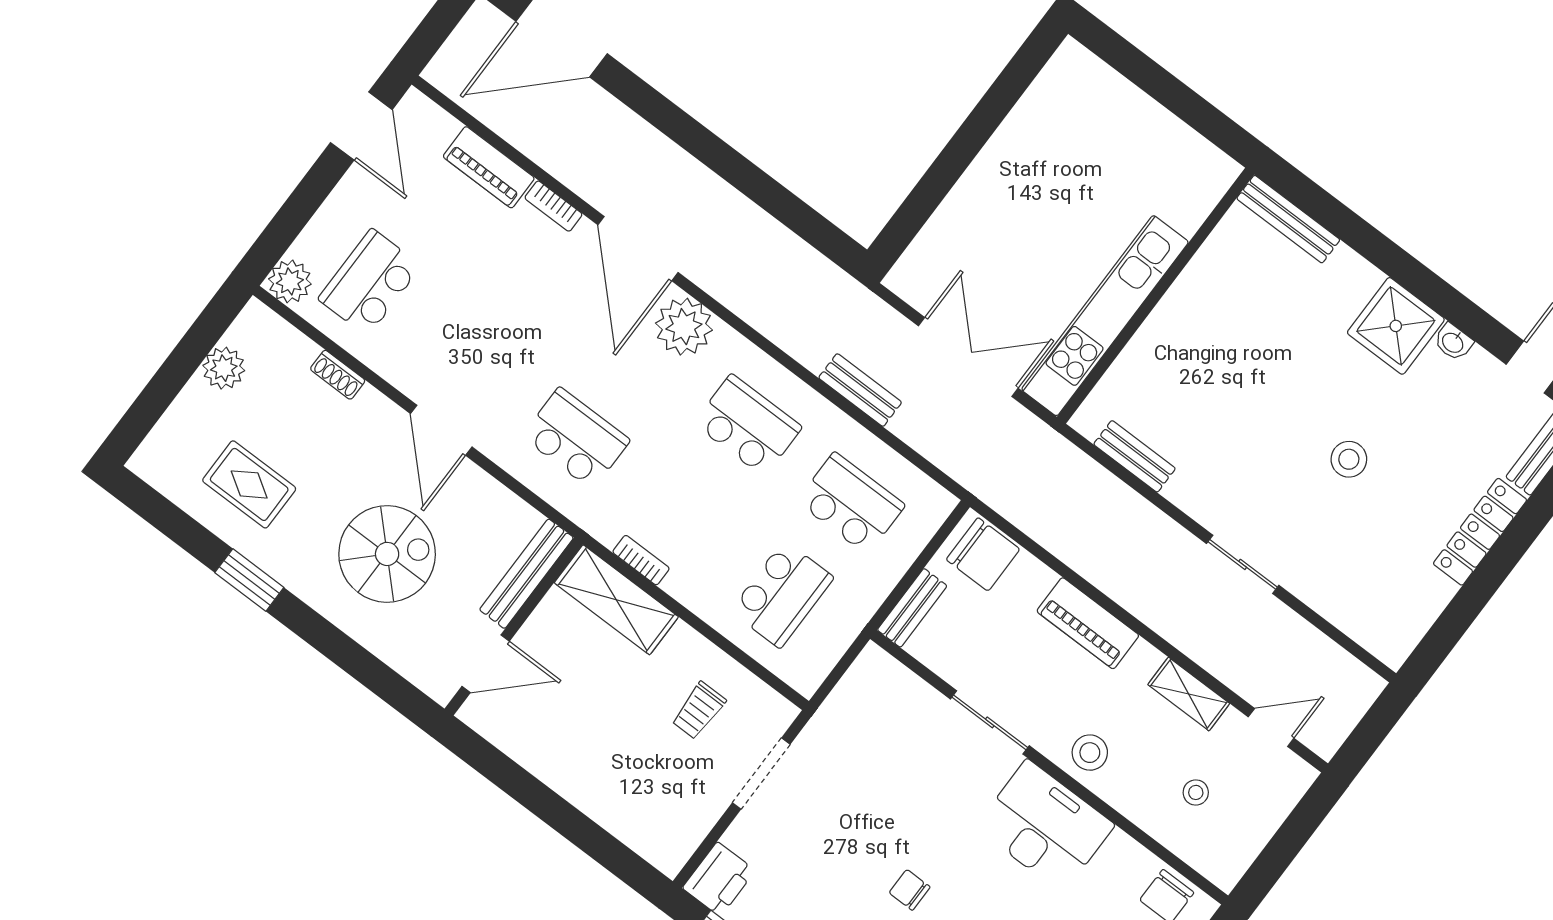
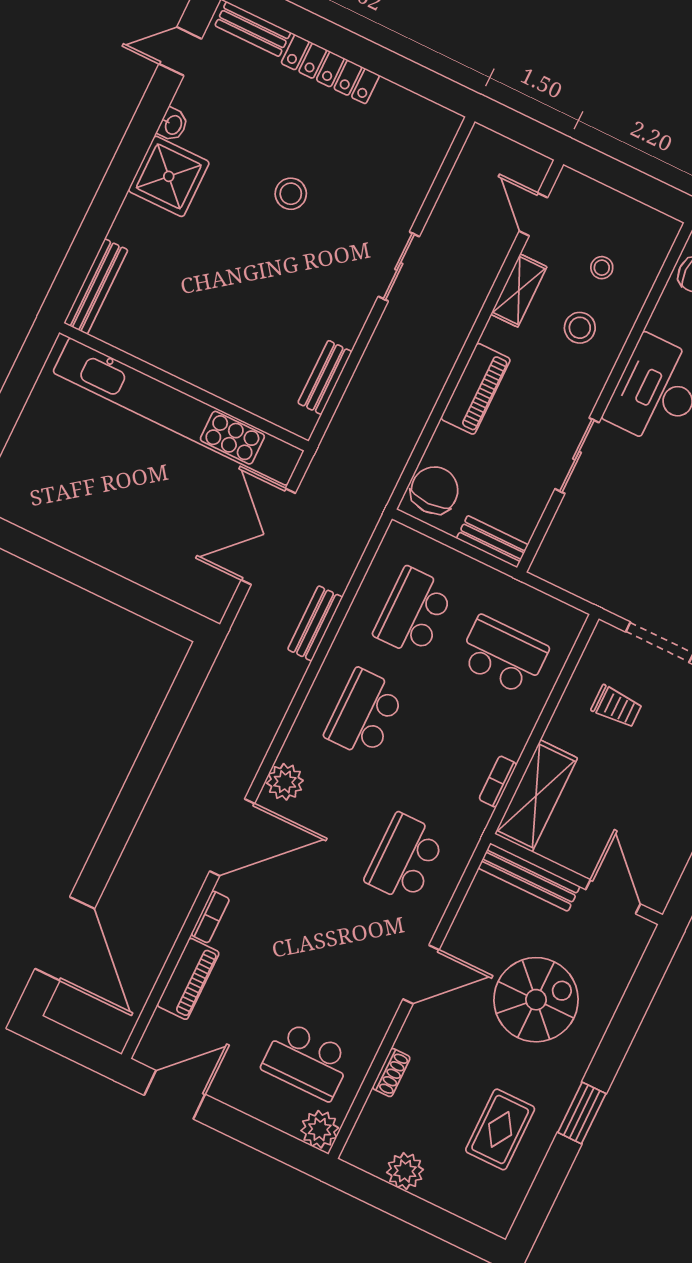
kitchen unit: (1105, 316) -> (178, 412), width x1.36
plant: (684, 327) -> (285, 782), width x0.73, depth x0.73
spiral stairs: (387, 554) -> (536, 1000), turned 90
stool: (1090, 753) -> (580, 328), moved

